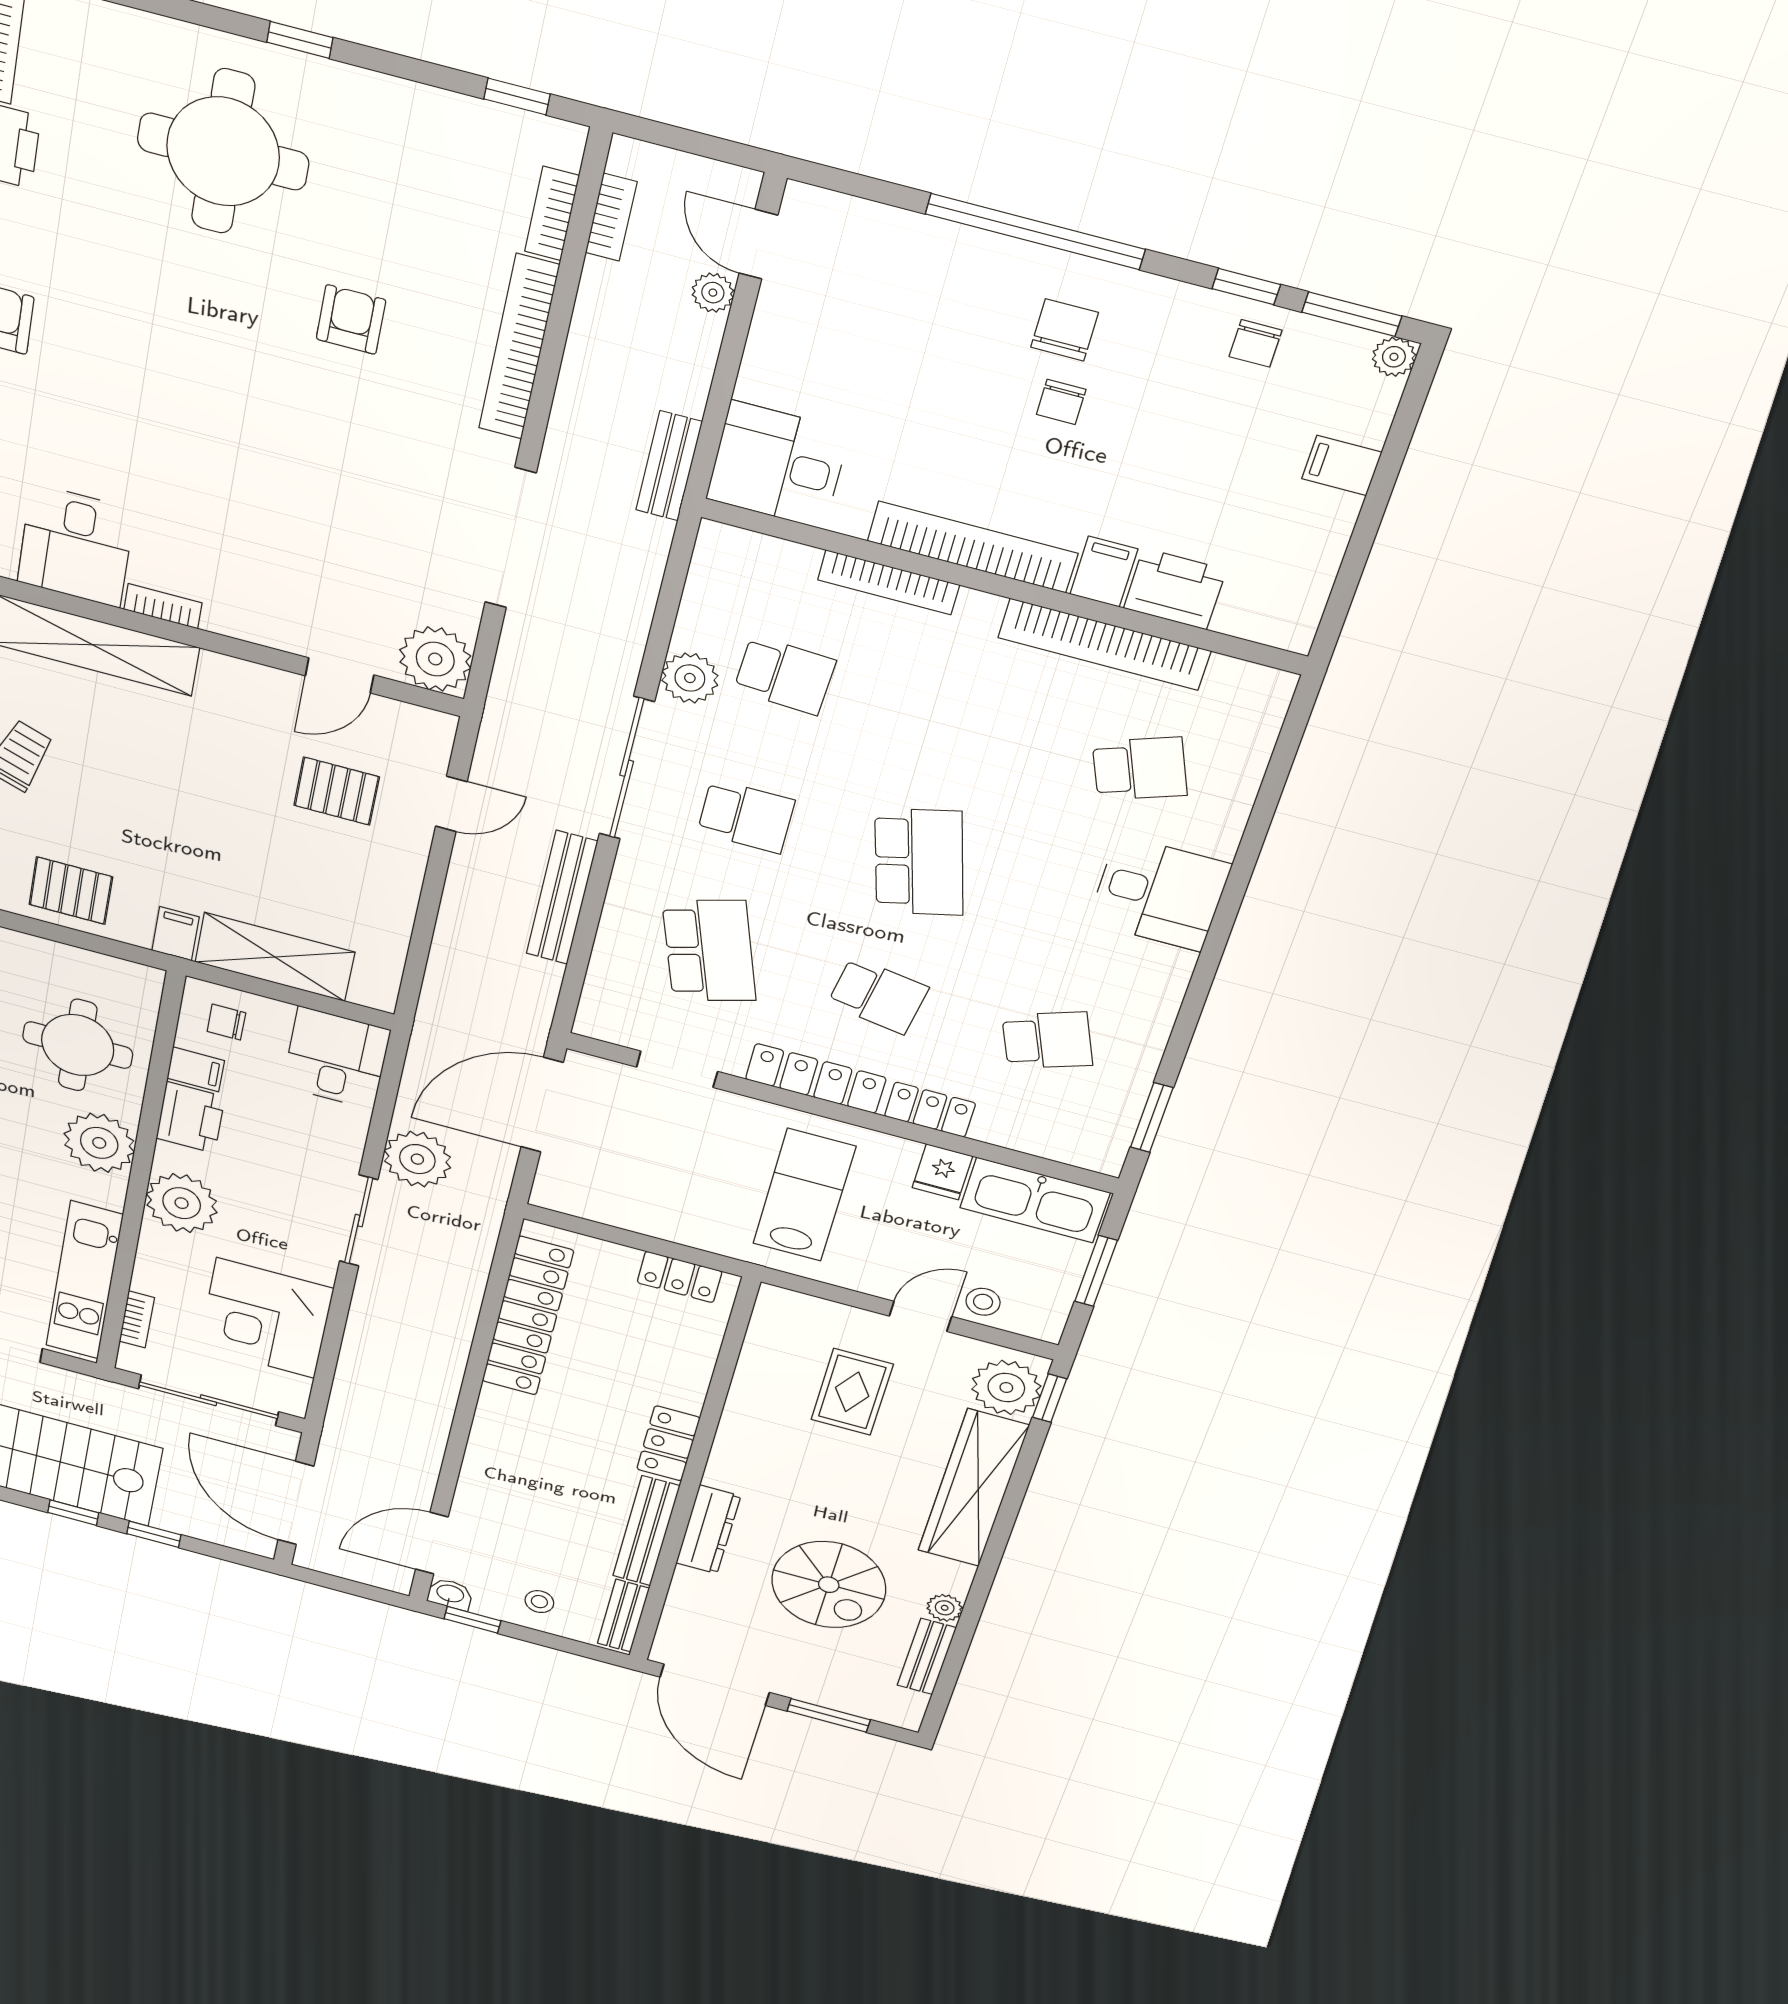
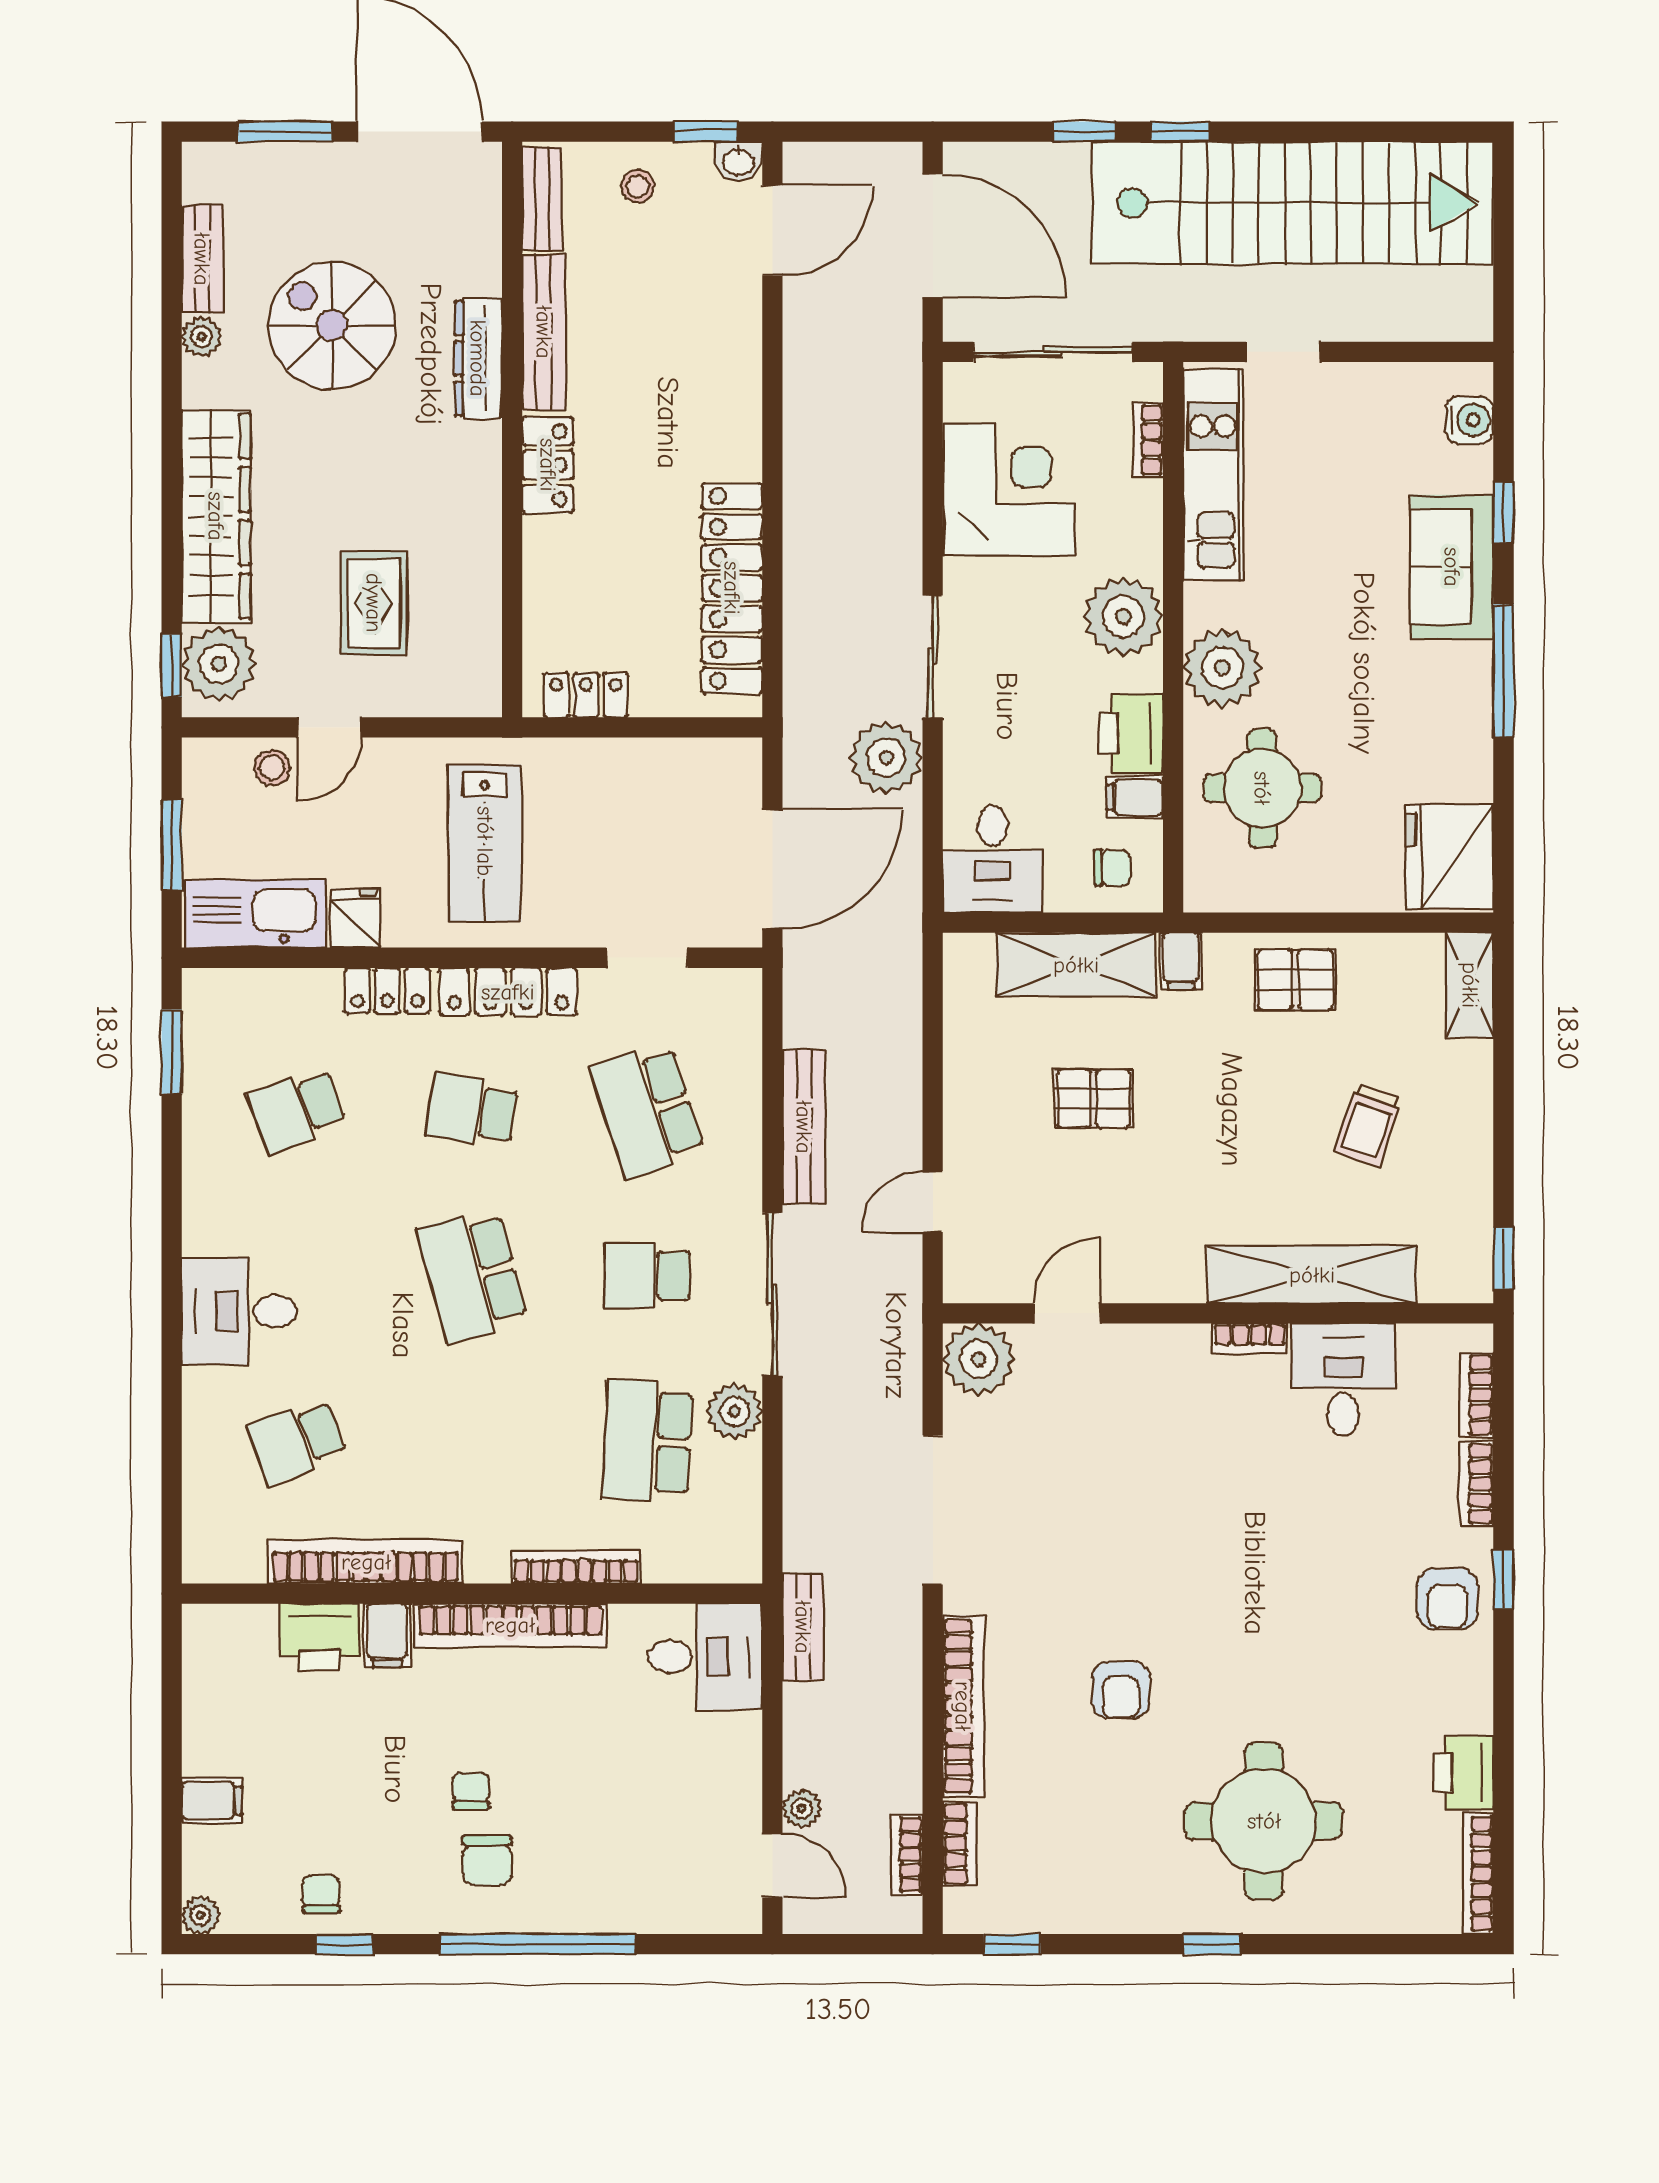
window: (1352, 314) -> (248, 1944), removed
school desk: (785, 675) -> (647, 1441), width x1.85
pallet: (337, 791) -> (1093, 1099), moved

